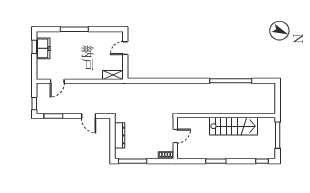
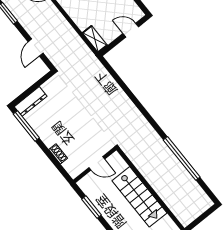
dresser: (120, 135) -> (31, 101), moved
door: (175, 136) -> (97, 163), moved
wall: (175, 138) -> (95, 165), moved

